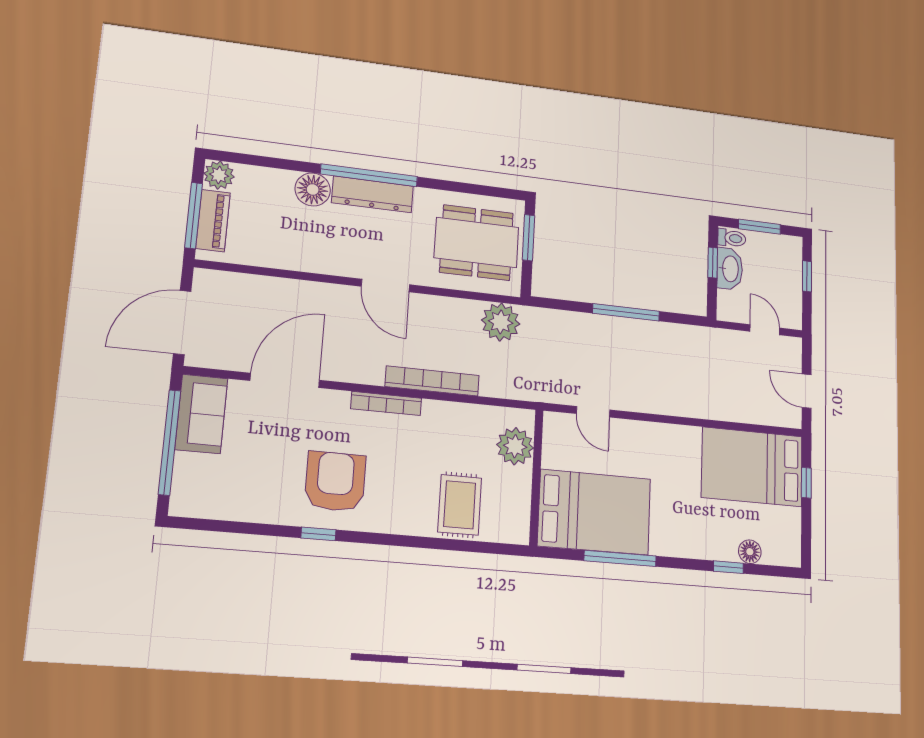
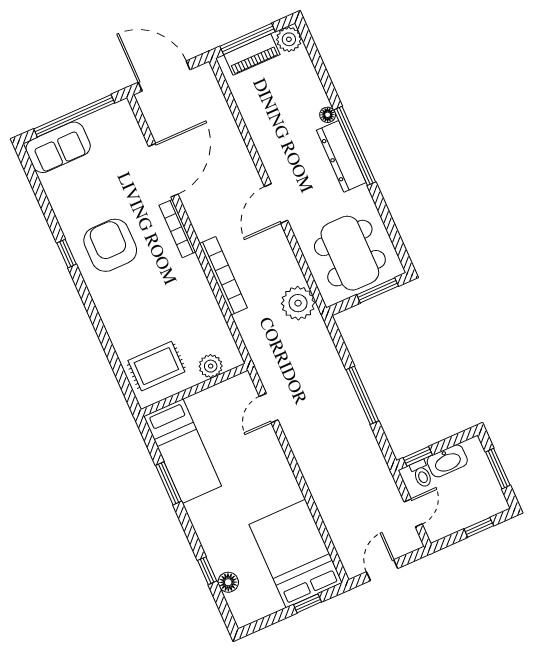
floor lamp: (313, 190) -> (328, 115), width x0.53, depth x0.53
toilet: (732, 238) -> (421, 474), moved
window: (713, 263) -> (418, 456), moved
door: (285, 380) -> (163, 170), hinge flipped
bookcase: (386, 403) -> (177, 229), moved
sofa: (201, 414) -> (58, 147), moved
plant: (515, 446) -> (211, 366), width x0.73, depth x0.73
armchair: (335, 482) -> (110, 245), turned -90
rug: (460, 505) -> (156, 366), moved
bed: (594, 512) -> (183, 451), width x0.67
window: (620, 558) -> (168, 483), width x0.69

